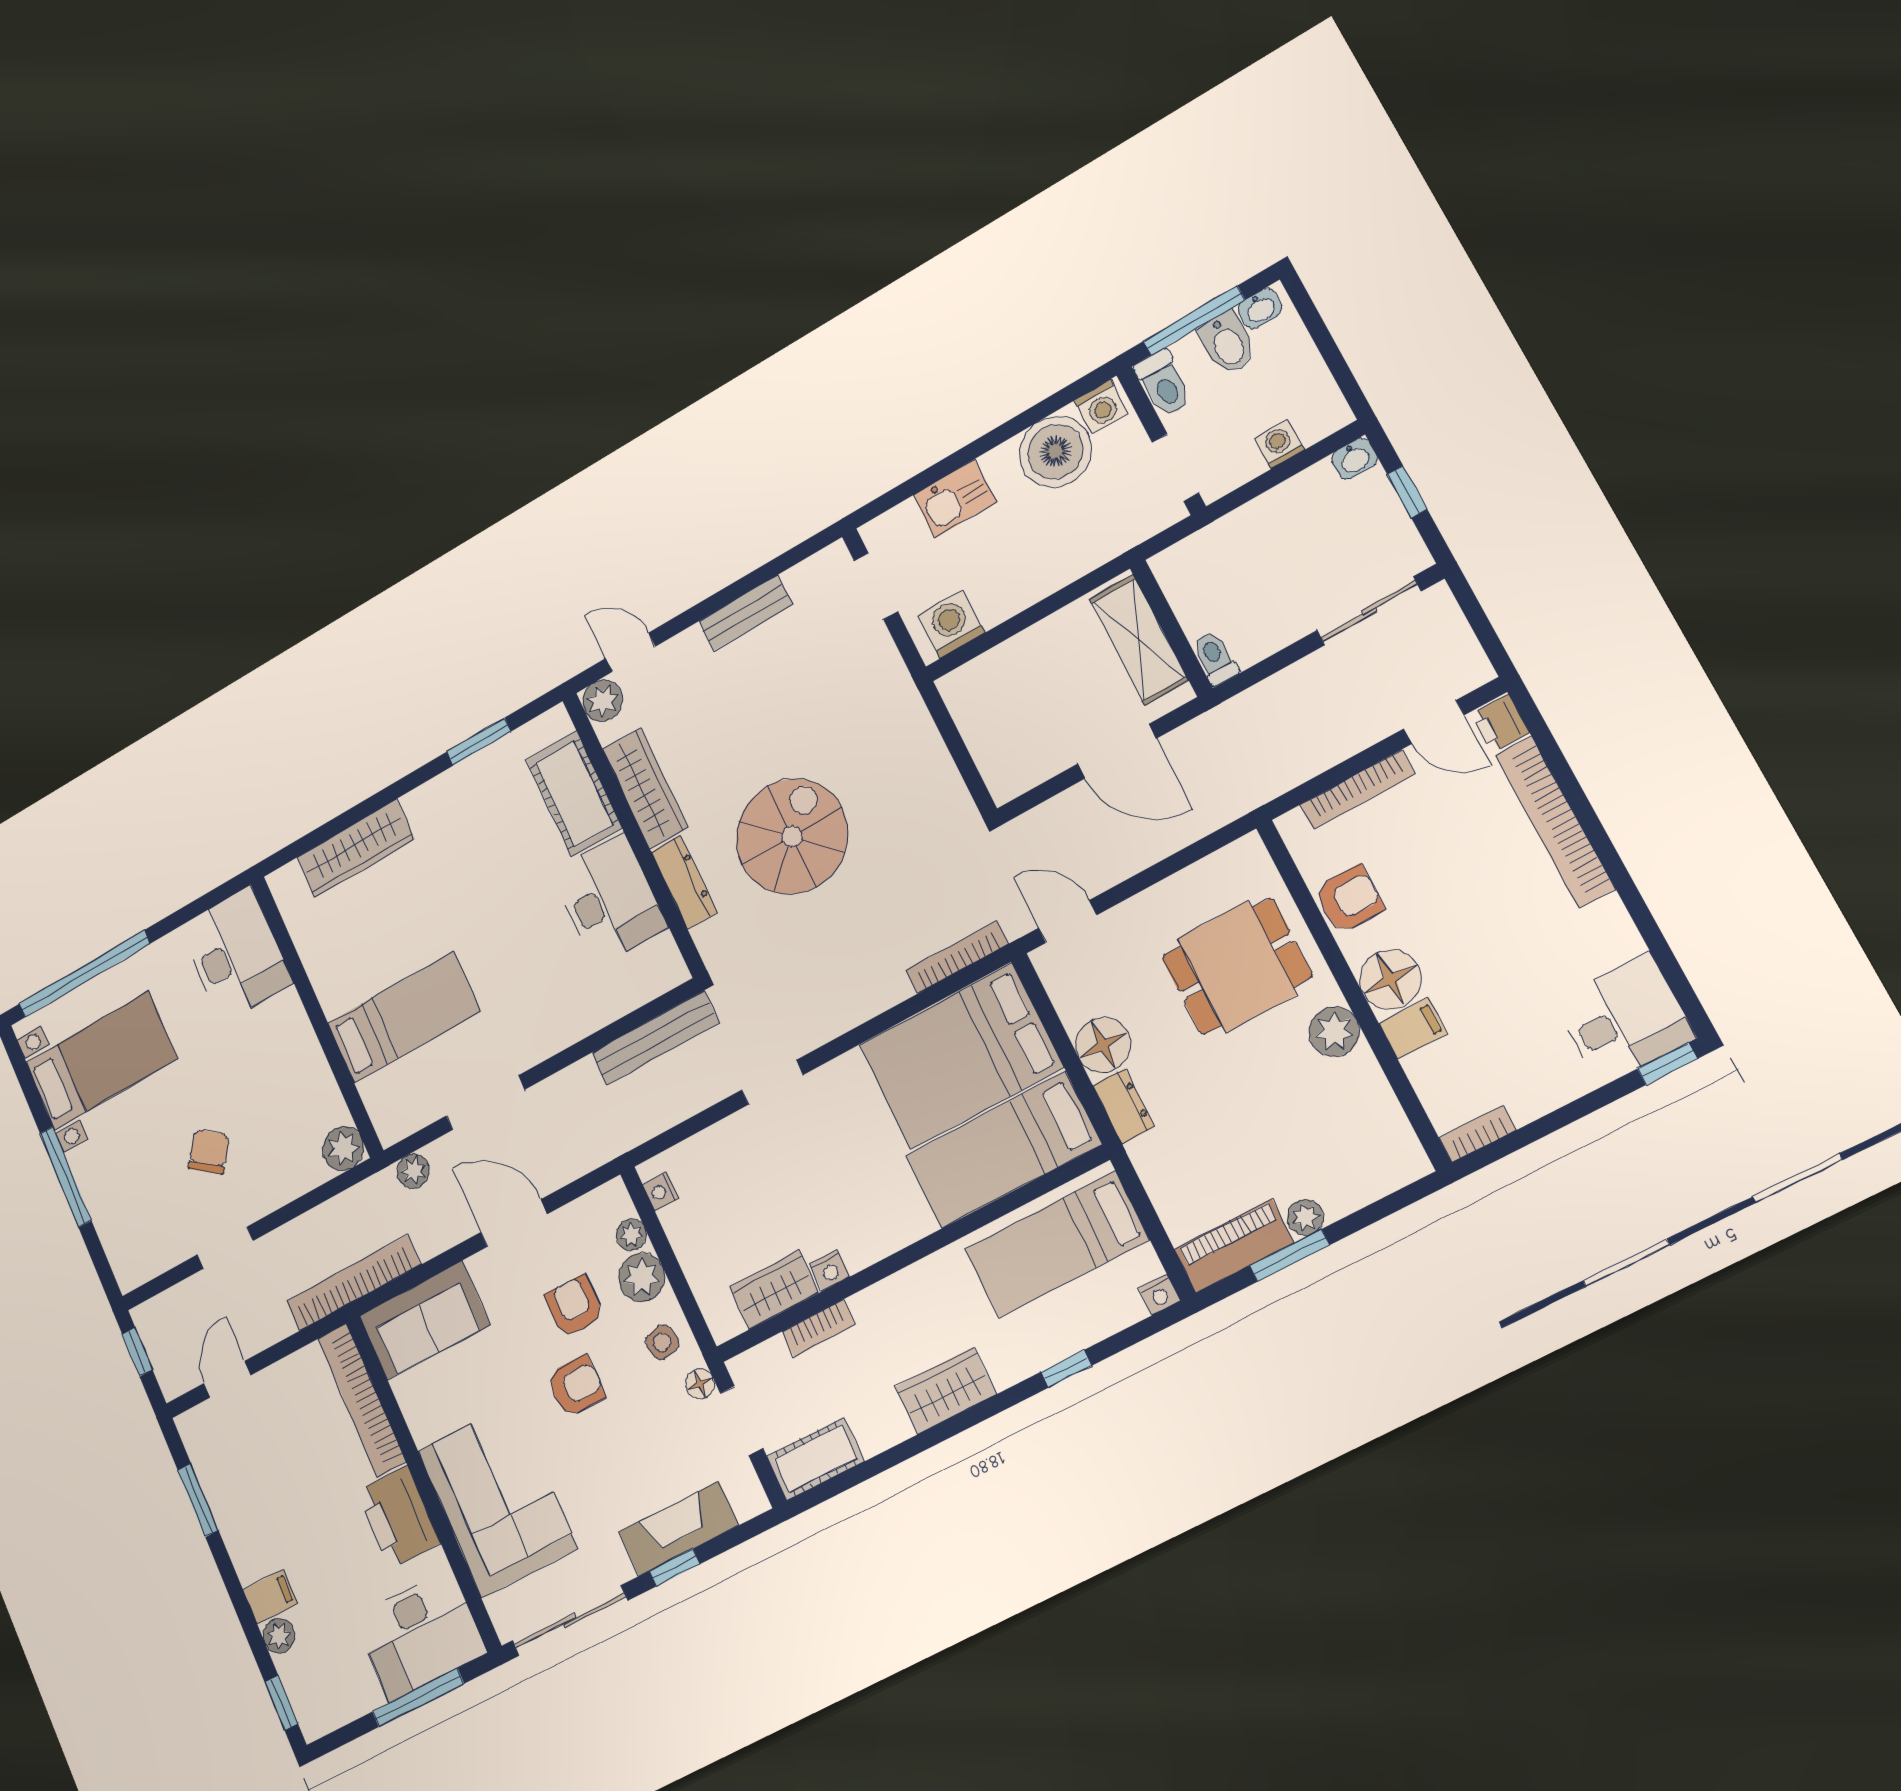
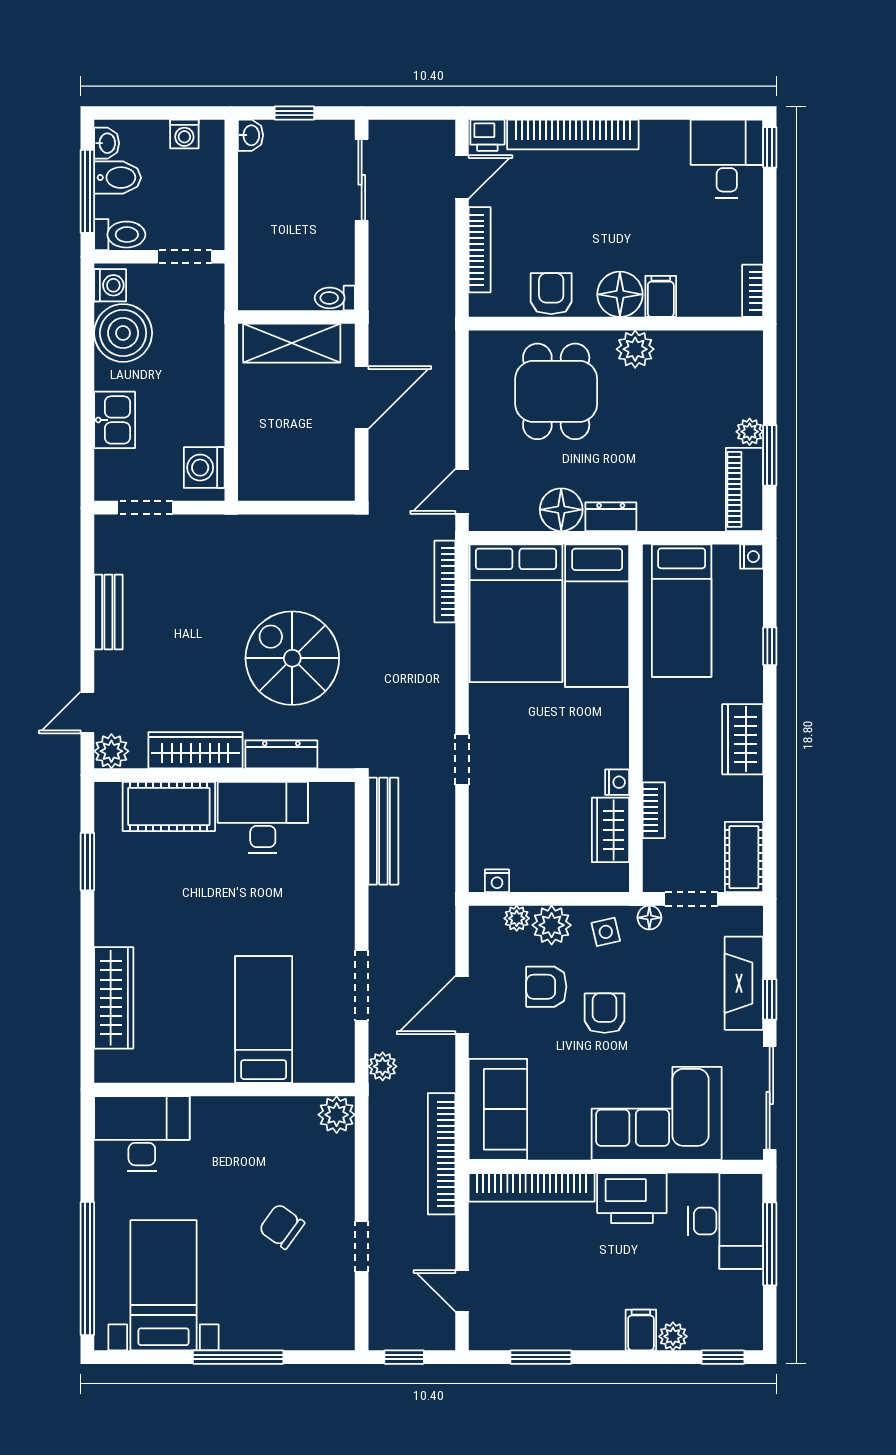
washing machine: (1279, 444) -> (184, 134), moved, turned -90

